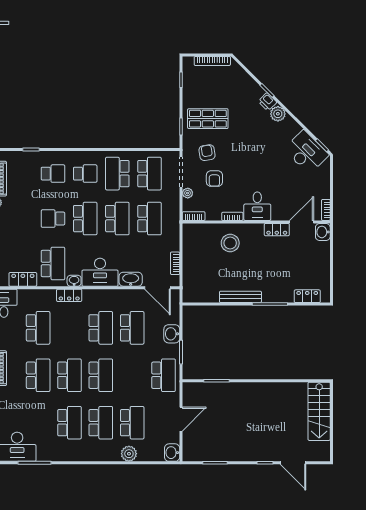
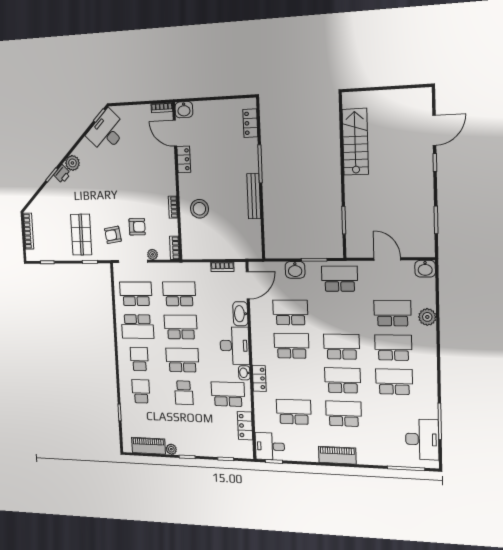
desk: (257, 206) -> (162, 181), removed
stairs: (319, 411) -> (355, 142), moved, turned -90

